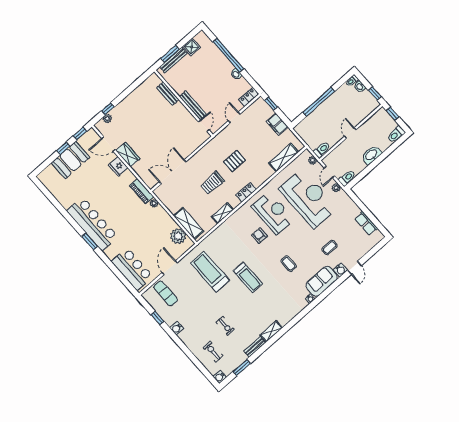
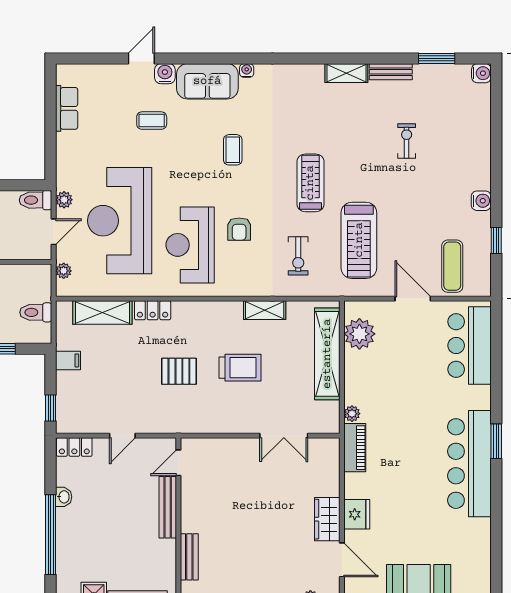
filing cabinet: (277, 124) -> (68, 360), width x0.50
toilet: (322, 150) -> (36, 312), moved
double door: (173, 172) -> (284, 436), width x0.73
locker: (246, 192) -> (153, 310), moved
shelving: (189, 223) -> (327, 354), width x1.47
door: (170, 268) -> (413, 299), swing flipped
exercise bike: (213, 352) -> (298, 256), moved

